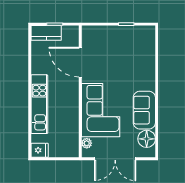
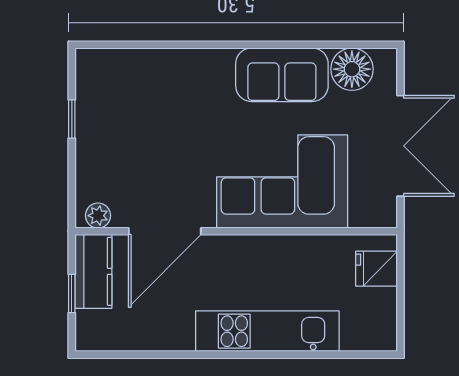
kitchen counter: (46, 33) -> (93, 271), moved
plant: (87, 143) -> (98, 216), moved
fridge: (40, 150) -> (377, 269), moved, turned -90

